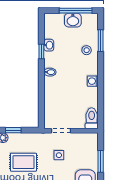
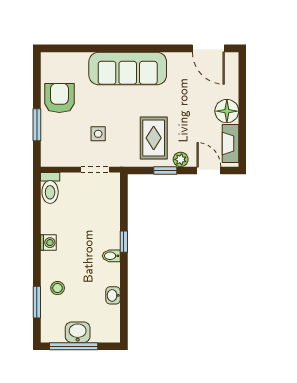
window: (41, 51) -> (124, 242), moved
rug: (23, 162) -> (154, 138), moved, turned 90

